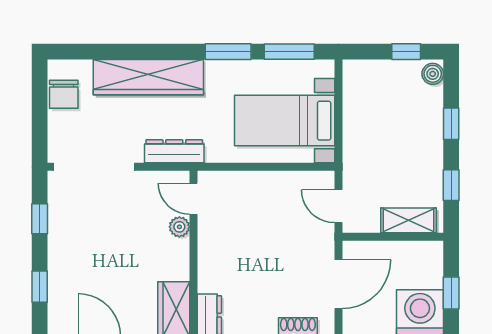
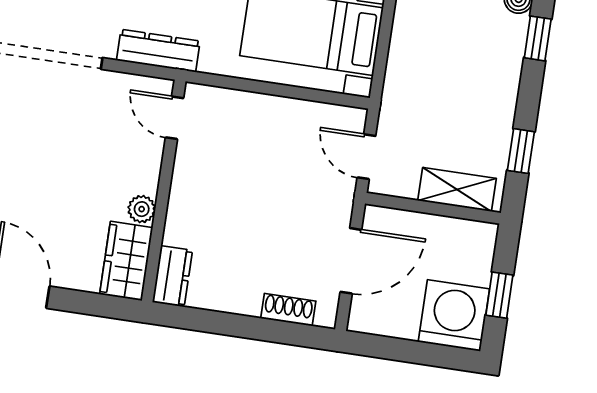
window: (451, 124) -> (538, 38), moved
plant: (179, 227) -> (142, 209), moved

